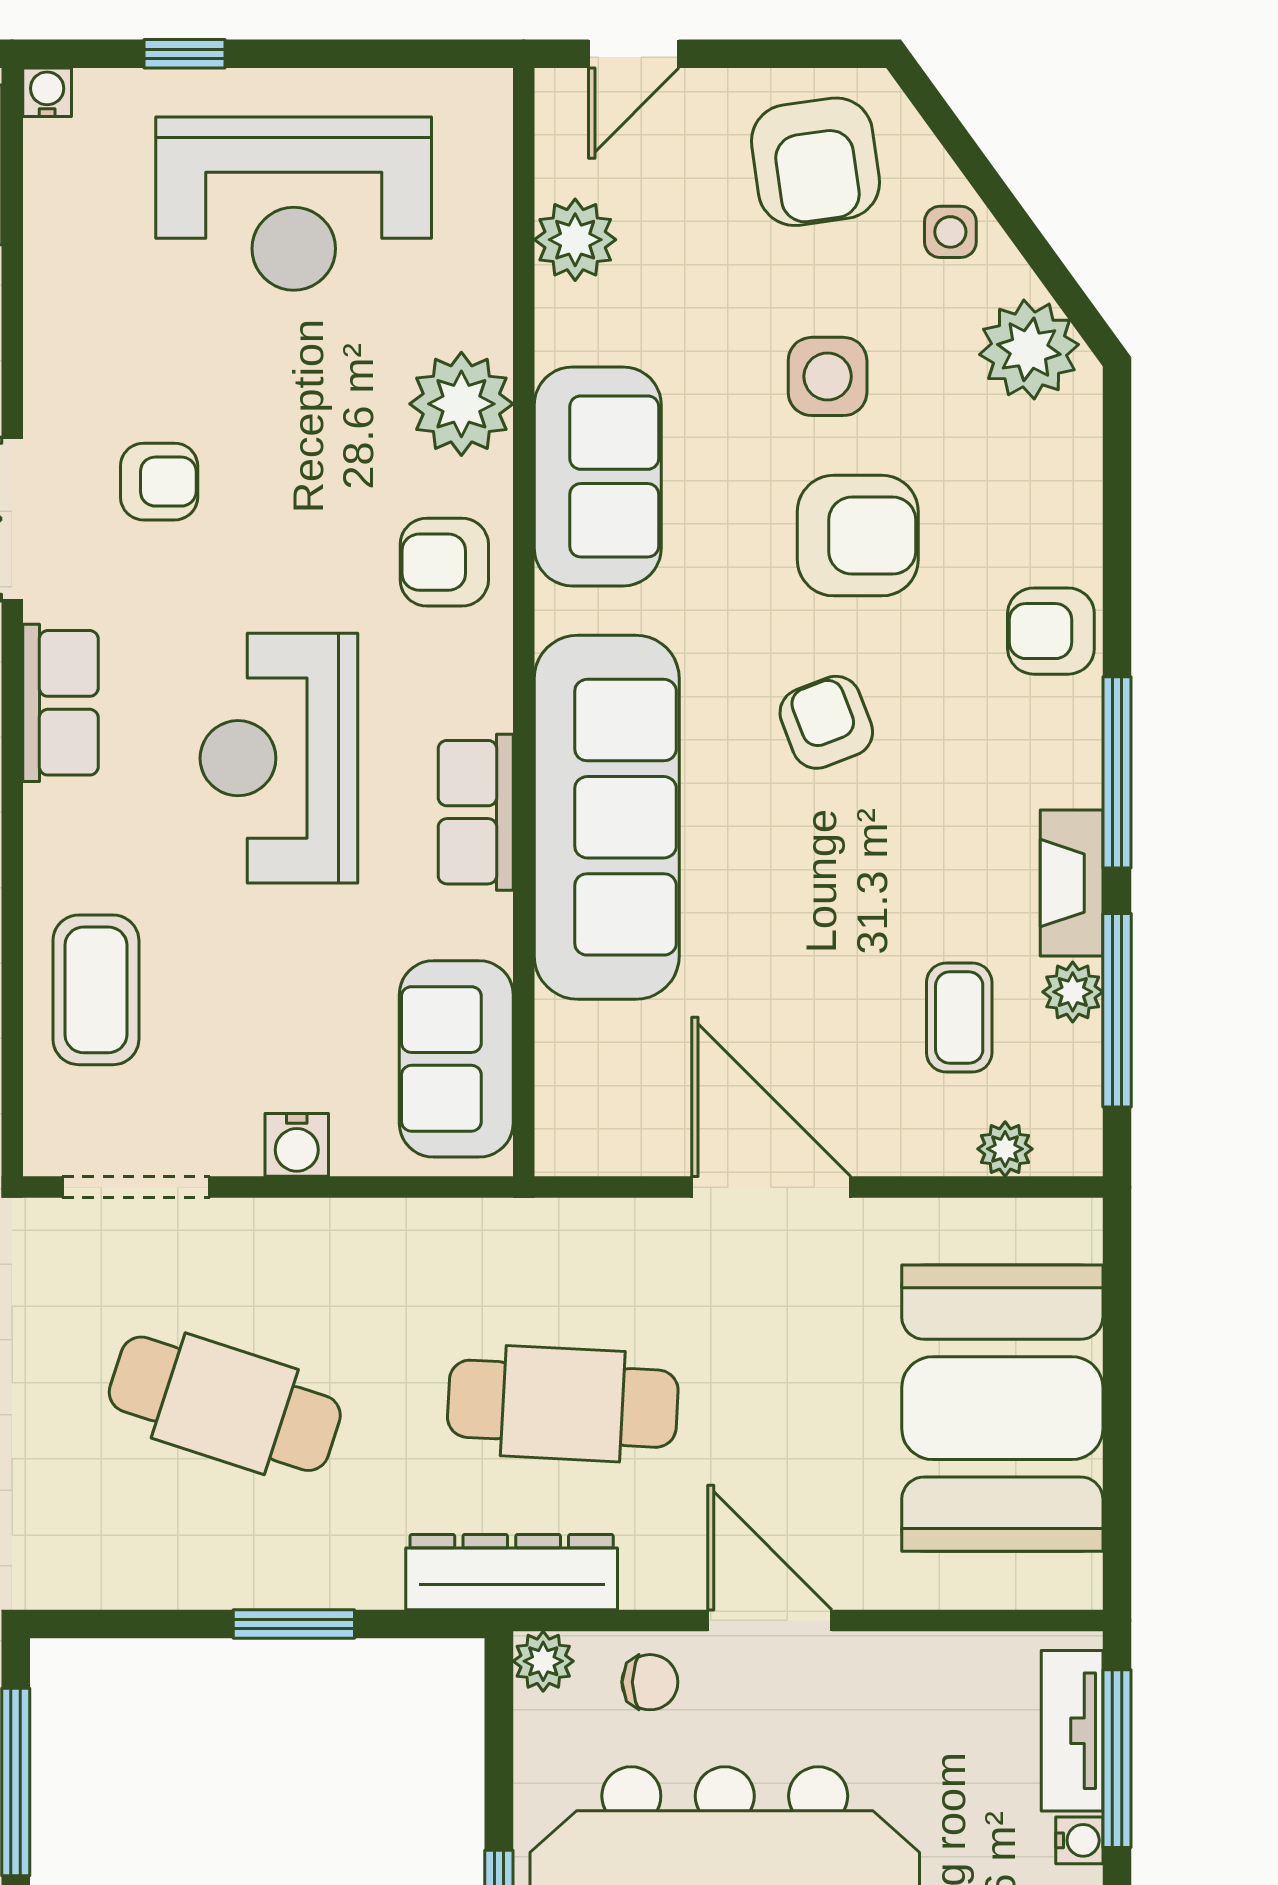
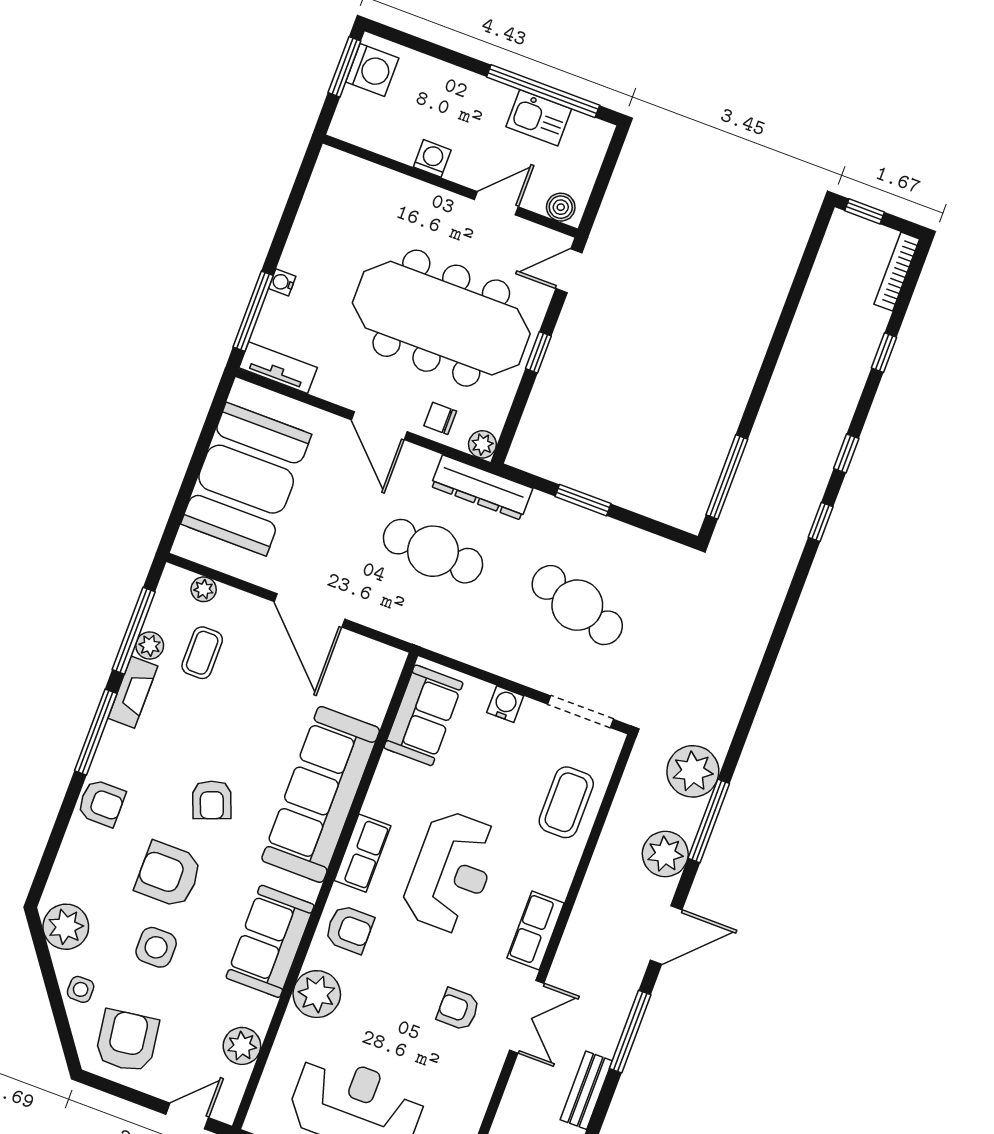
row of seats: (476, 812) -> (362, 853), moved
tv unit: (1072, 1731) -> (278, 368), moved, turned -90

